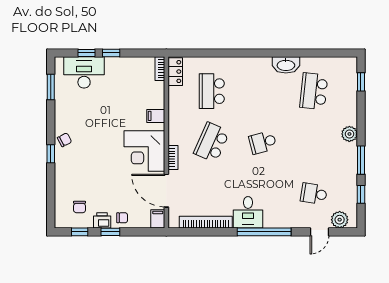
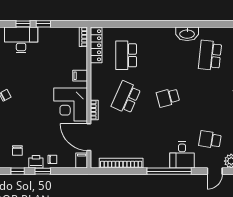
locker: (175, 72) -> (96, 45), width x1.53
desk: (248, 212) -> (182, 155), moved

